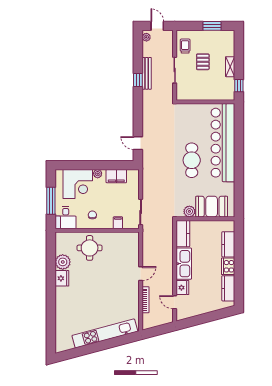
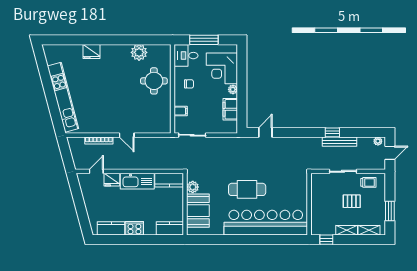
shelving: (230, 46) -> (369, 230), added
kitchen counter: (228, 244) -> (170, 228), moved
fridge: (62, 278) -> (92, 52), moved

